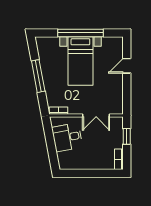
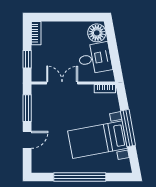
bed with nightstands: (80, 61) -> (98, 140), moved, turned -101
window: (127, 94) -> (27, 108), added
floor lamp: (66, 160) -> (97, 33), added

